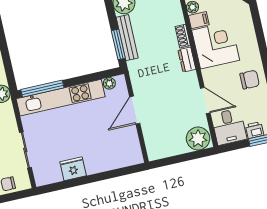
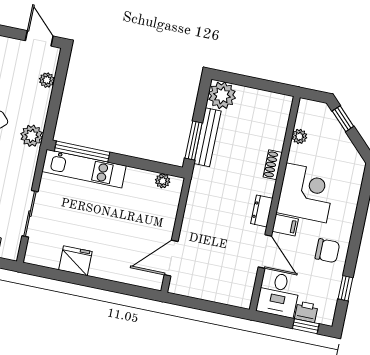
filing cabinet: (199, 20) -> (285, 225), moved
dresser: (187, 60) -> (262, 211), moved
kitchen unit: (61, 98) -> (84, 169), width x0.73
door: (135, 110) -> (171, 258), moved
plant: (198, 139) -> (236, 292), removed

